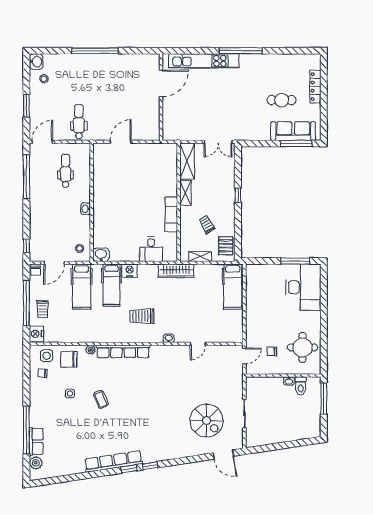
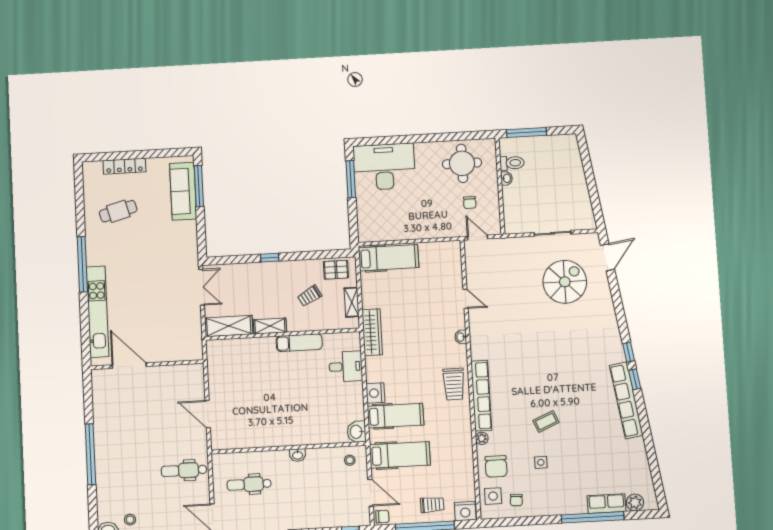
cafe table: (282, 100) -> (118, 211), moved, turned 75
trolley: (142, 316) -> (454, 384), moved

